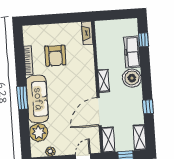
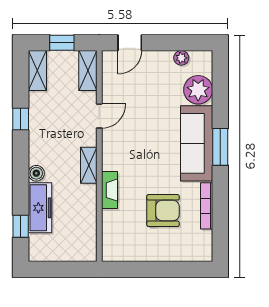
fireplace: (87, 33) -> (110, 190), moved
armchair: (55, 56) -> (163, 211), turned 90
boiler: (132, 78) -> (36, 173), width x0.54, depth x0.54
door: (99, 112) -> (99, 116), width x0.53

